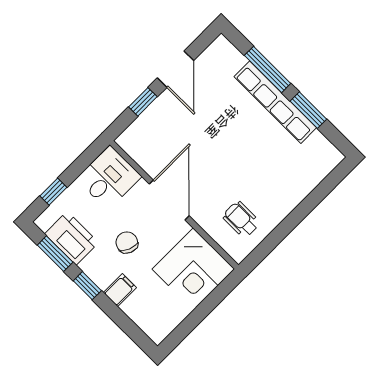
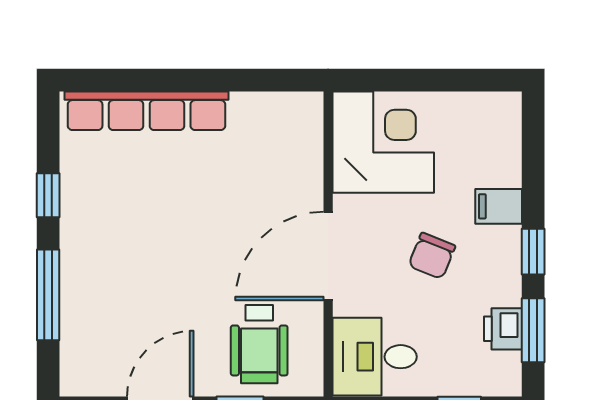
row of seats: (275, 102) -> (146, 111), moved, turned 90
window: (308, 110) -> (48, 195), width x0.67
wheelchair: (241, 219) -> (259, 344), moved, width x1.36, depth x1.37
printer: (72, 238) -> (503, 329), width x0.53, depth x0.68

